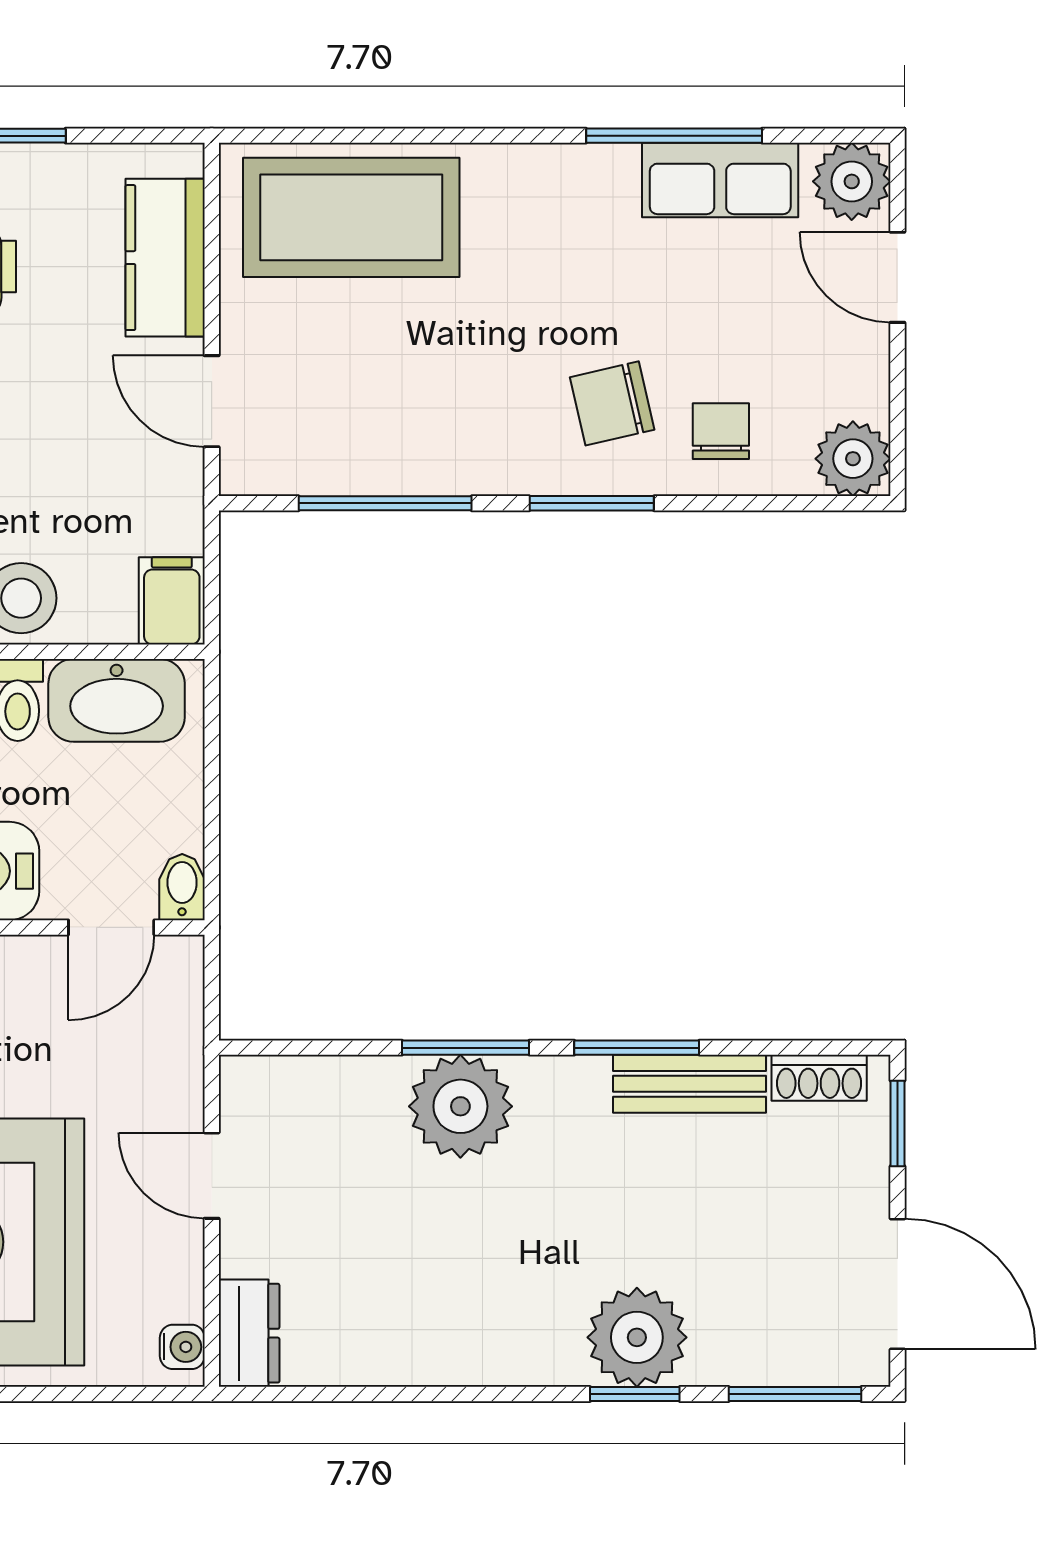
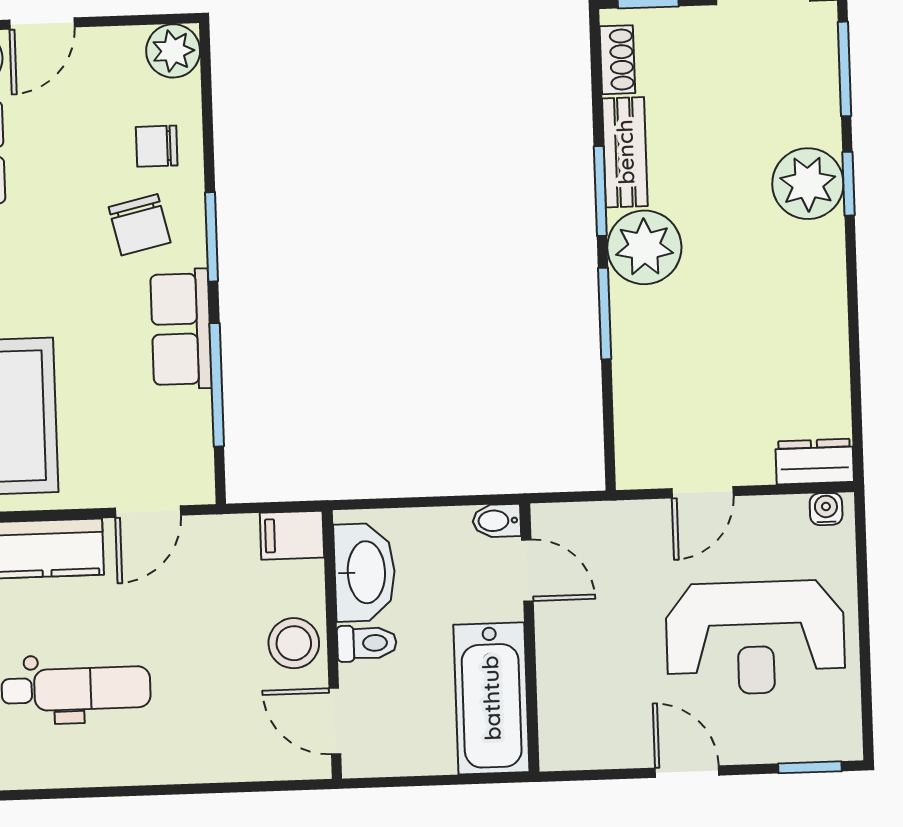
row of seats: (465, 456) -> (181, 329), added
plant: (460, 1106) -> (644, 247), moved

